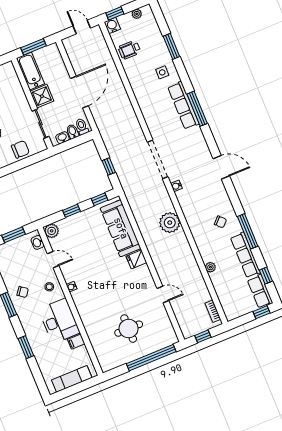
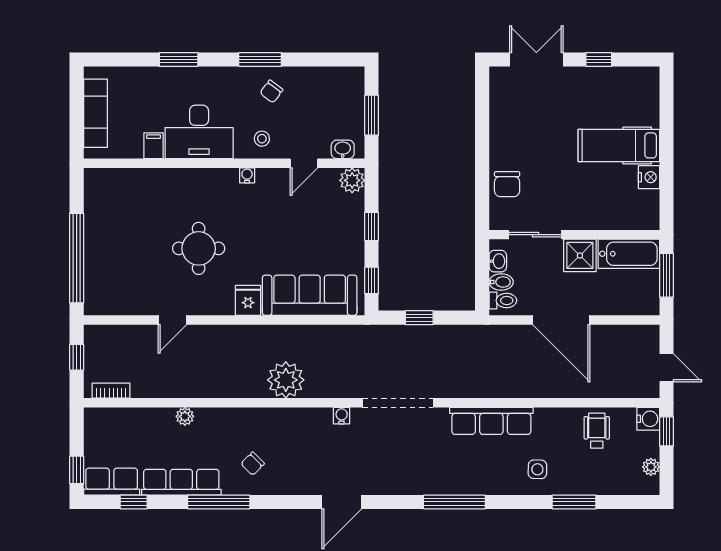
door: (82, 27) -> (666, 368), hinge flipped
row of seats: (183, 105) -> (491, 421), moved, turned 180
round table: (129, 329) -> (199, 248), moved

